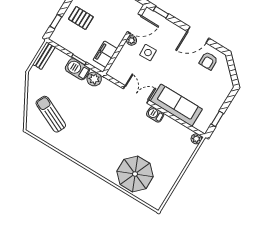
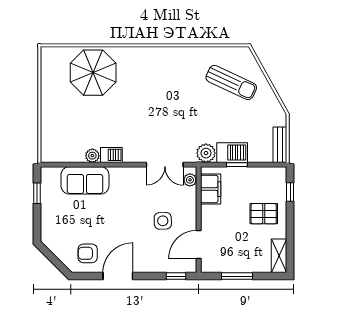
plant: (132, 40) -> (190, 180), moved
armchair: (208, 61) -> (88, 253), turned -90
double door: (136, 94) -> (165, 165), moved
sofa: (176, 105) -> (85, 180), width x0.73
plant: (196, 139) -> (92, 156), moved

